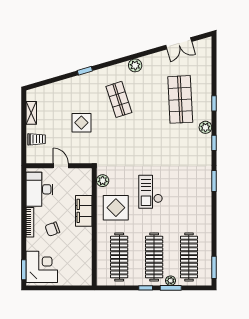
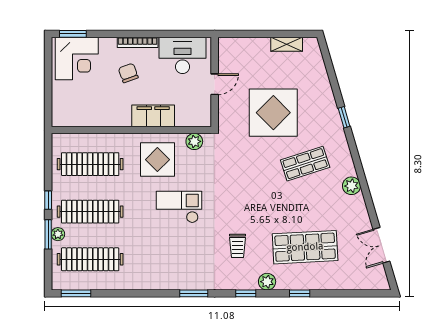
display table: (81, 123) -> (273, 113), width x1.86, depth x1.86
trolley: (36, 139) -> (238, 246), moved

